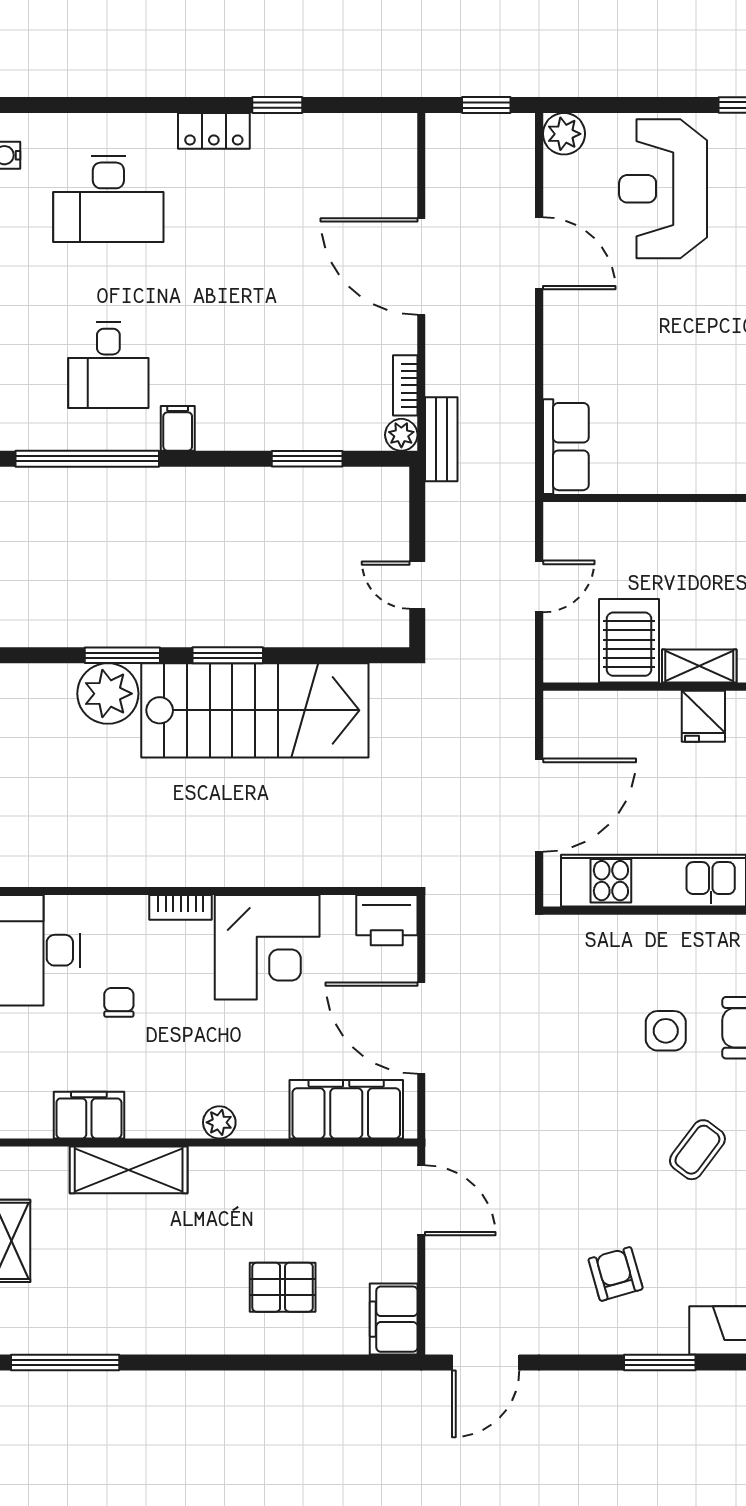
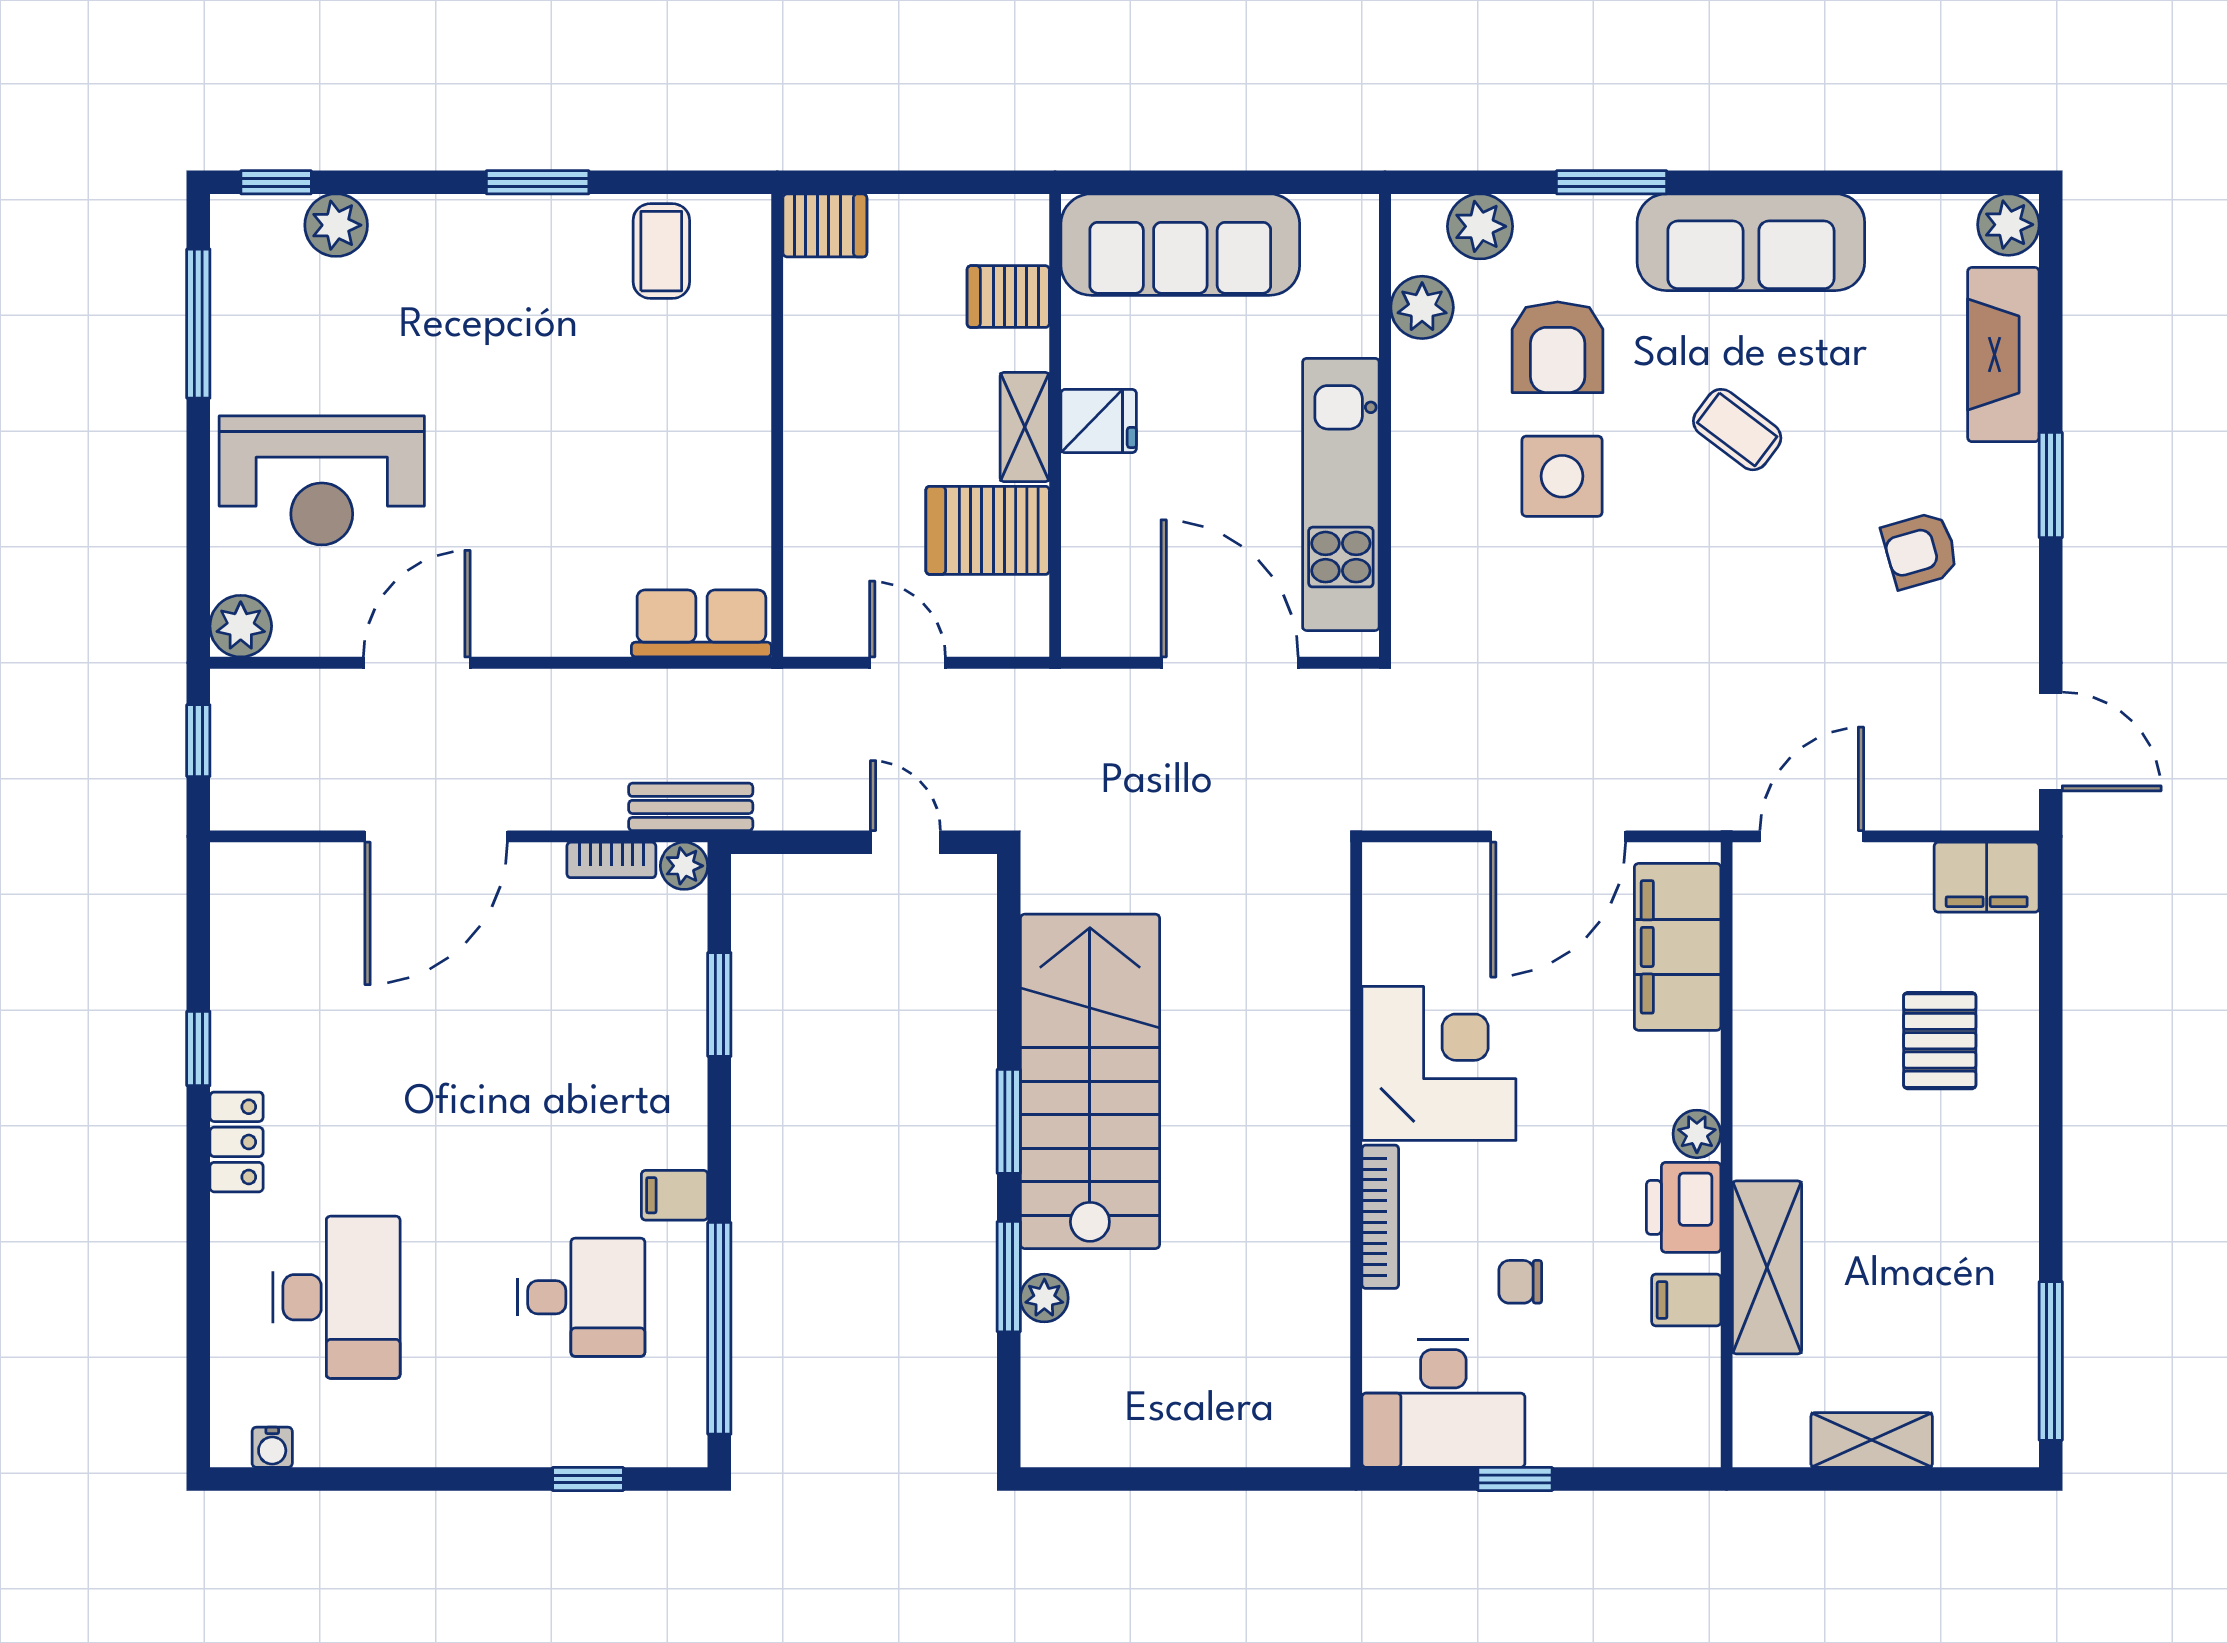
door: (417, 585) -> (905, 842), swing flipped
plant: (108, 694) -> (1044, 1298), width x0.53, depth x0.53
bookcase: (181, 907) -> (1380, 1217), width x1.56
printer: (387, 920) -> (1684, 1207), moved, turned 180
side table: (666, 1031) -> (1562, 476), width x1.37, depth x1.37
filing cabinet: (89, 1115) -> (1686, 1300), width x0.50

